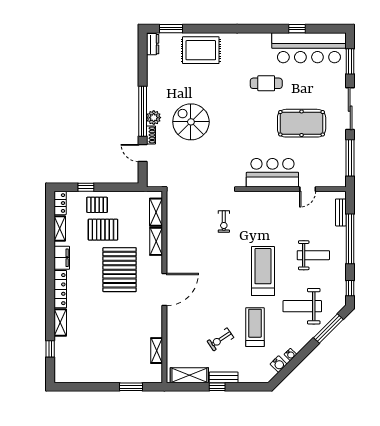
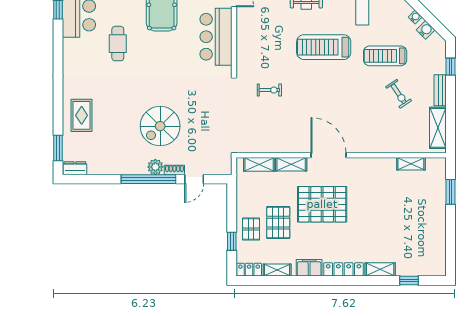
rug: (201, 50) -> (82, 115), width x0.73, depth x0.70
door: (164, 290) -> (329, 155), moved
window: (217, 387) -> (451, 67), moved

